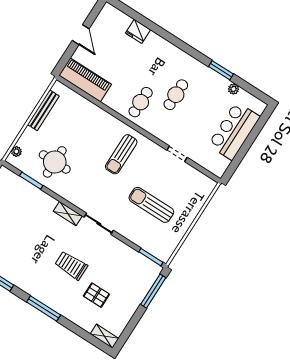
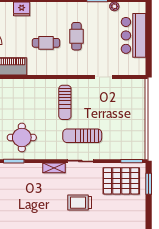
cafe table: (141, 102) -> (46, 43), moved, turned 90
sun lounger: (151, 205) -> (82, 136), moved
window: (153, 291) -> (149, 184), width x0.69
pallet: (96, 295) -> (121, 181), moved, width x2.05, depth x2.00

